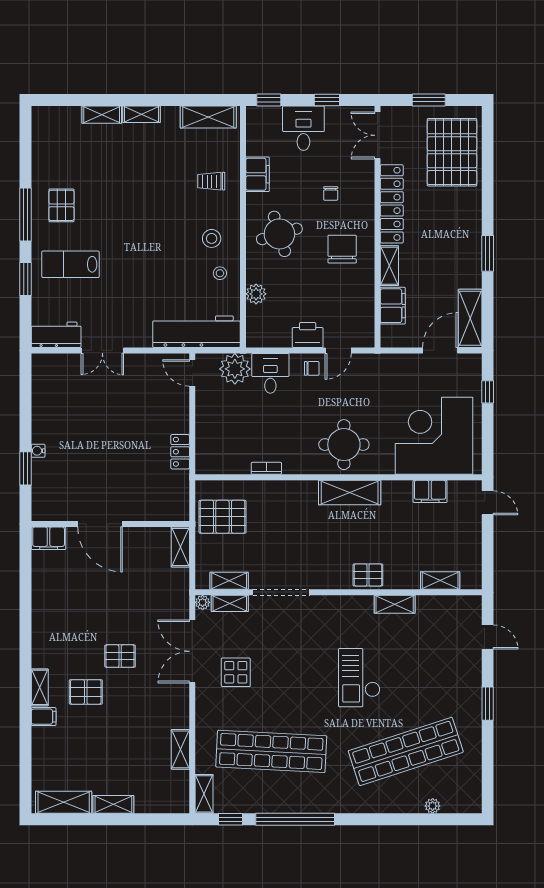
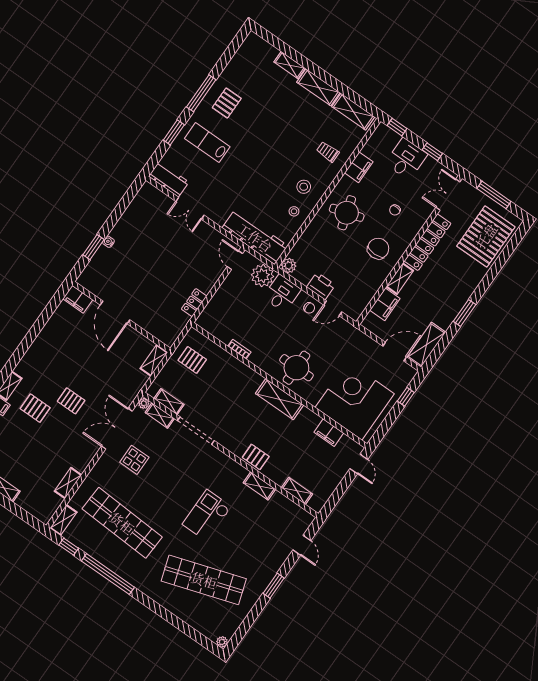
window: (429, 100) -> (494, 195), width x1.44
shelving: (141, 114) -> (318, 87), width x1.50, depth x1.33
plant: (256, 294) -> (289, 266), moved
pallet: (222, 517) -> (192, 360), width x0.67, depth x0.71
plant: (433, 806) -> (222, 642), moved

